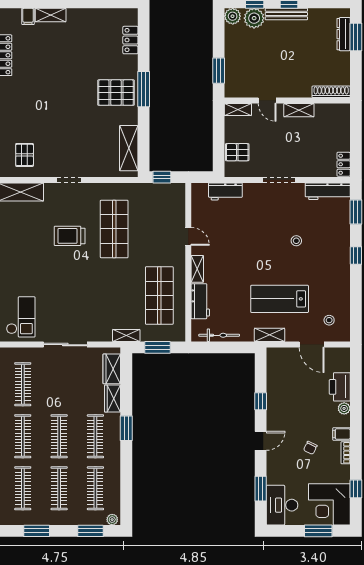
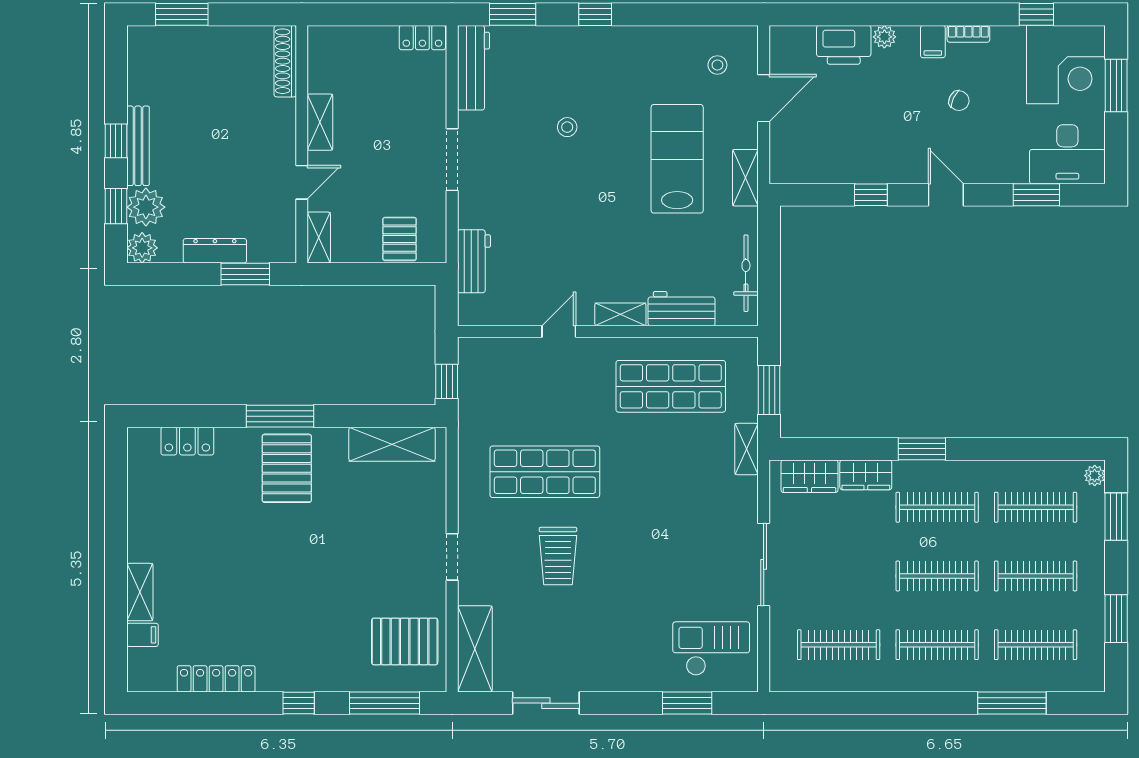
dresser: (344, 34) -> (215, 251), moved, turned 180
pallet: (25, 155) -> (405, 641), width x1.50, depth x1.42
lab bench: (280, 299) -> (677, 159), turned 180

